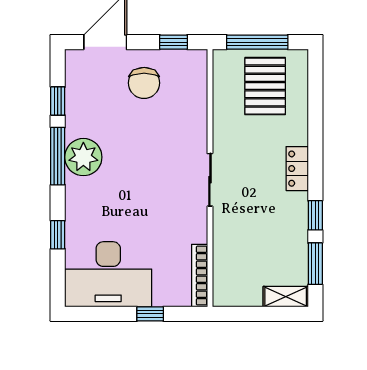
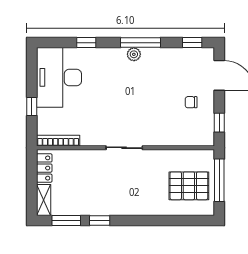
chair: (144, 83) -> (191, 102), width x0.54, depth x0.54
window: (58, 101) -> (192, 43), moved
plant: (83, 157) -> (134, 54), width x0.53, depth x0.53
locker: (297, 169) -> (44, 168), moved, turned 90

